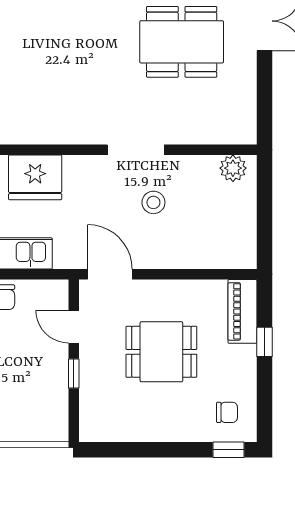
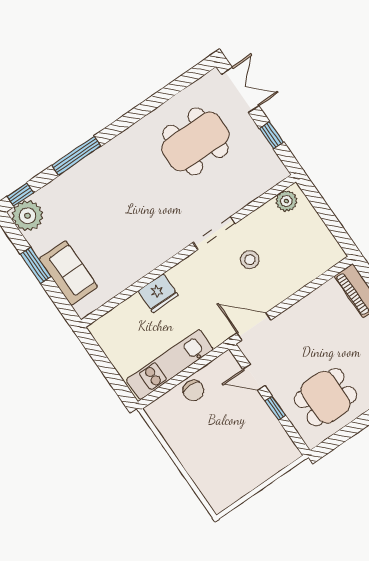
window: (264, 90) -> (271, 135), added
fridge: (35, 177) -> (158, 293), width x0.73, depth x0.75
dining table: (161, 352) -> (326, 397), moved

